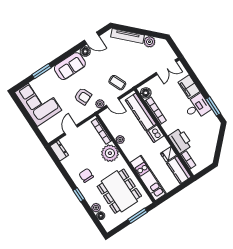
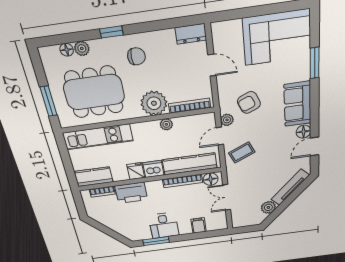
double door: (166, 67) -> (227, 197), moved
filing cabinet: (189, 87) -> (199, 226), width x0.50
fridge: (169, 154) -> (136, 171), moved

